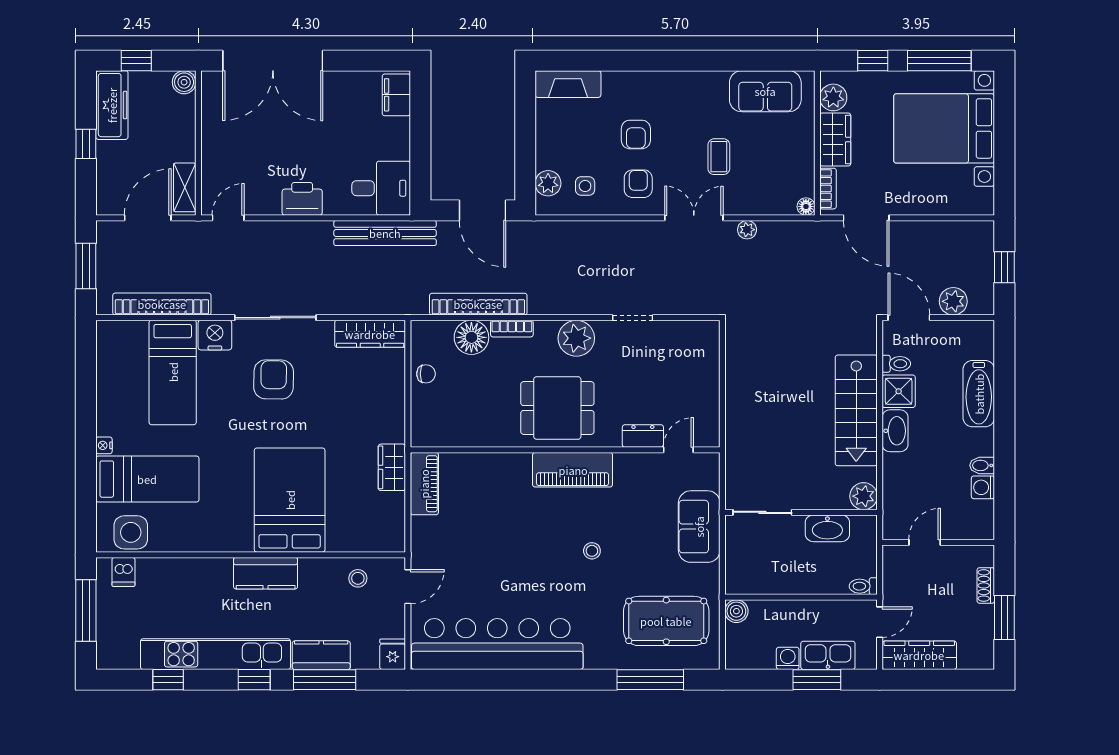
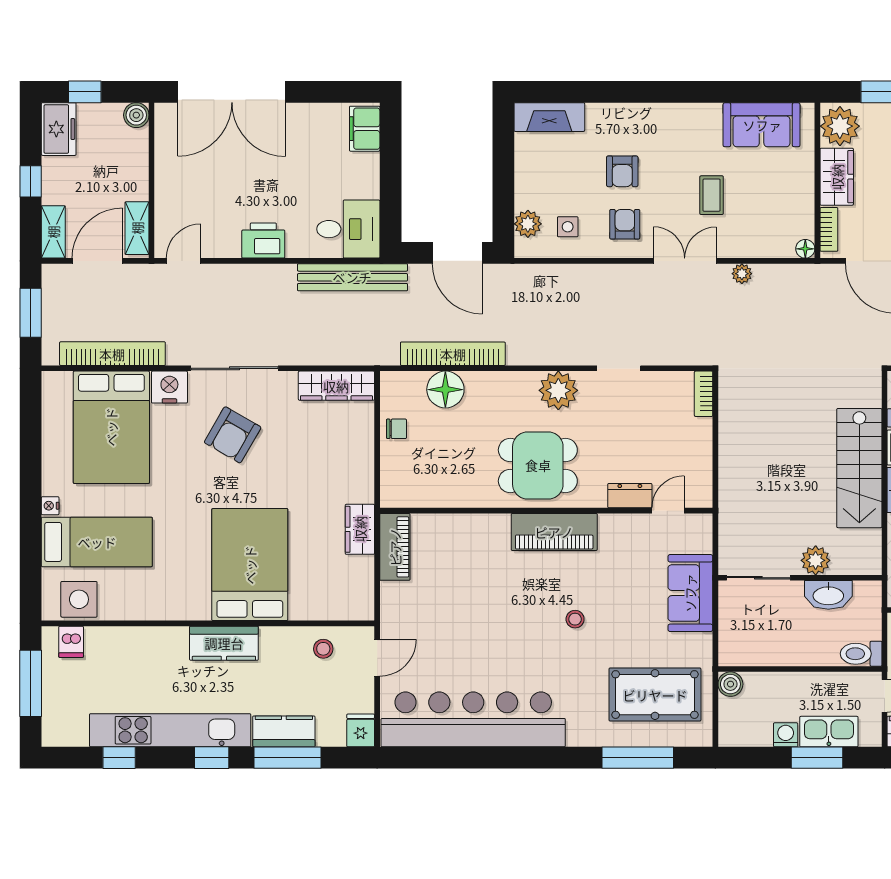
plant: (833, 97) -> (840, 126), width x1.36, depth x1.36
freezer: (112, 105) -> (59, 129), width x0.71
shelving: (107, 191) -> (53, 232), added
bookcase: (512, 329) -> (704, 394), moved, turned 90
bed: (173, 372) -> (111, 427), width x1.50
armchair: (274, 379) -> (233, 435), turned -151
plant: (864, 496) -> (816, 560), moved
toilet: (863, 586) -> (861, 654), width x1.37, depth x1.39

